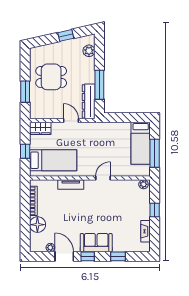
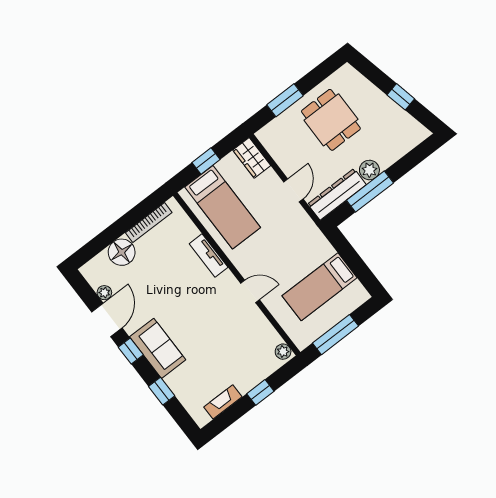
plant: (89, 51) -> (369, 170), moved
bed: (141, 143) -> (320, 287), moved

